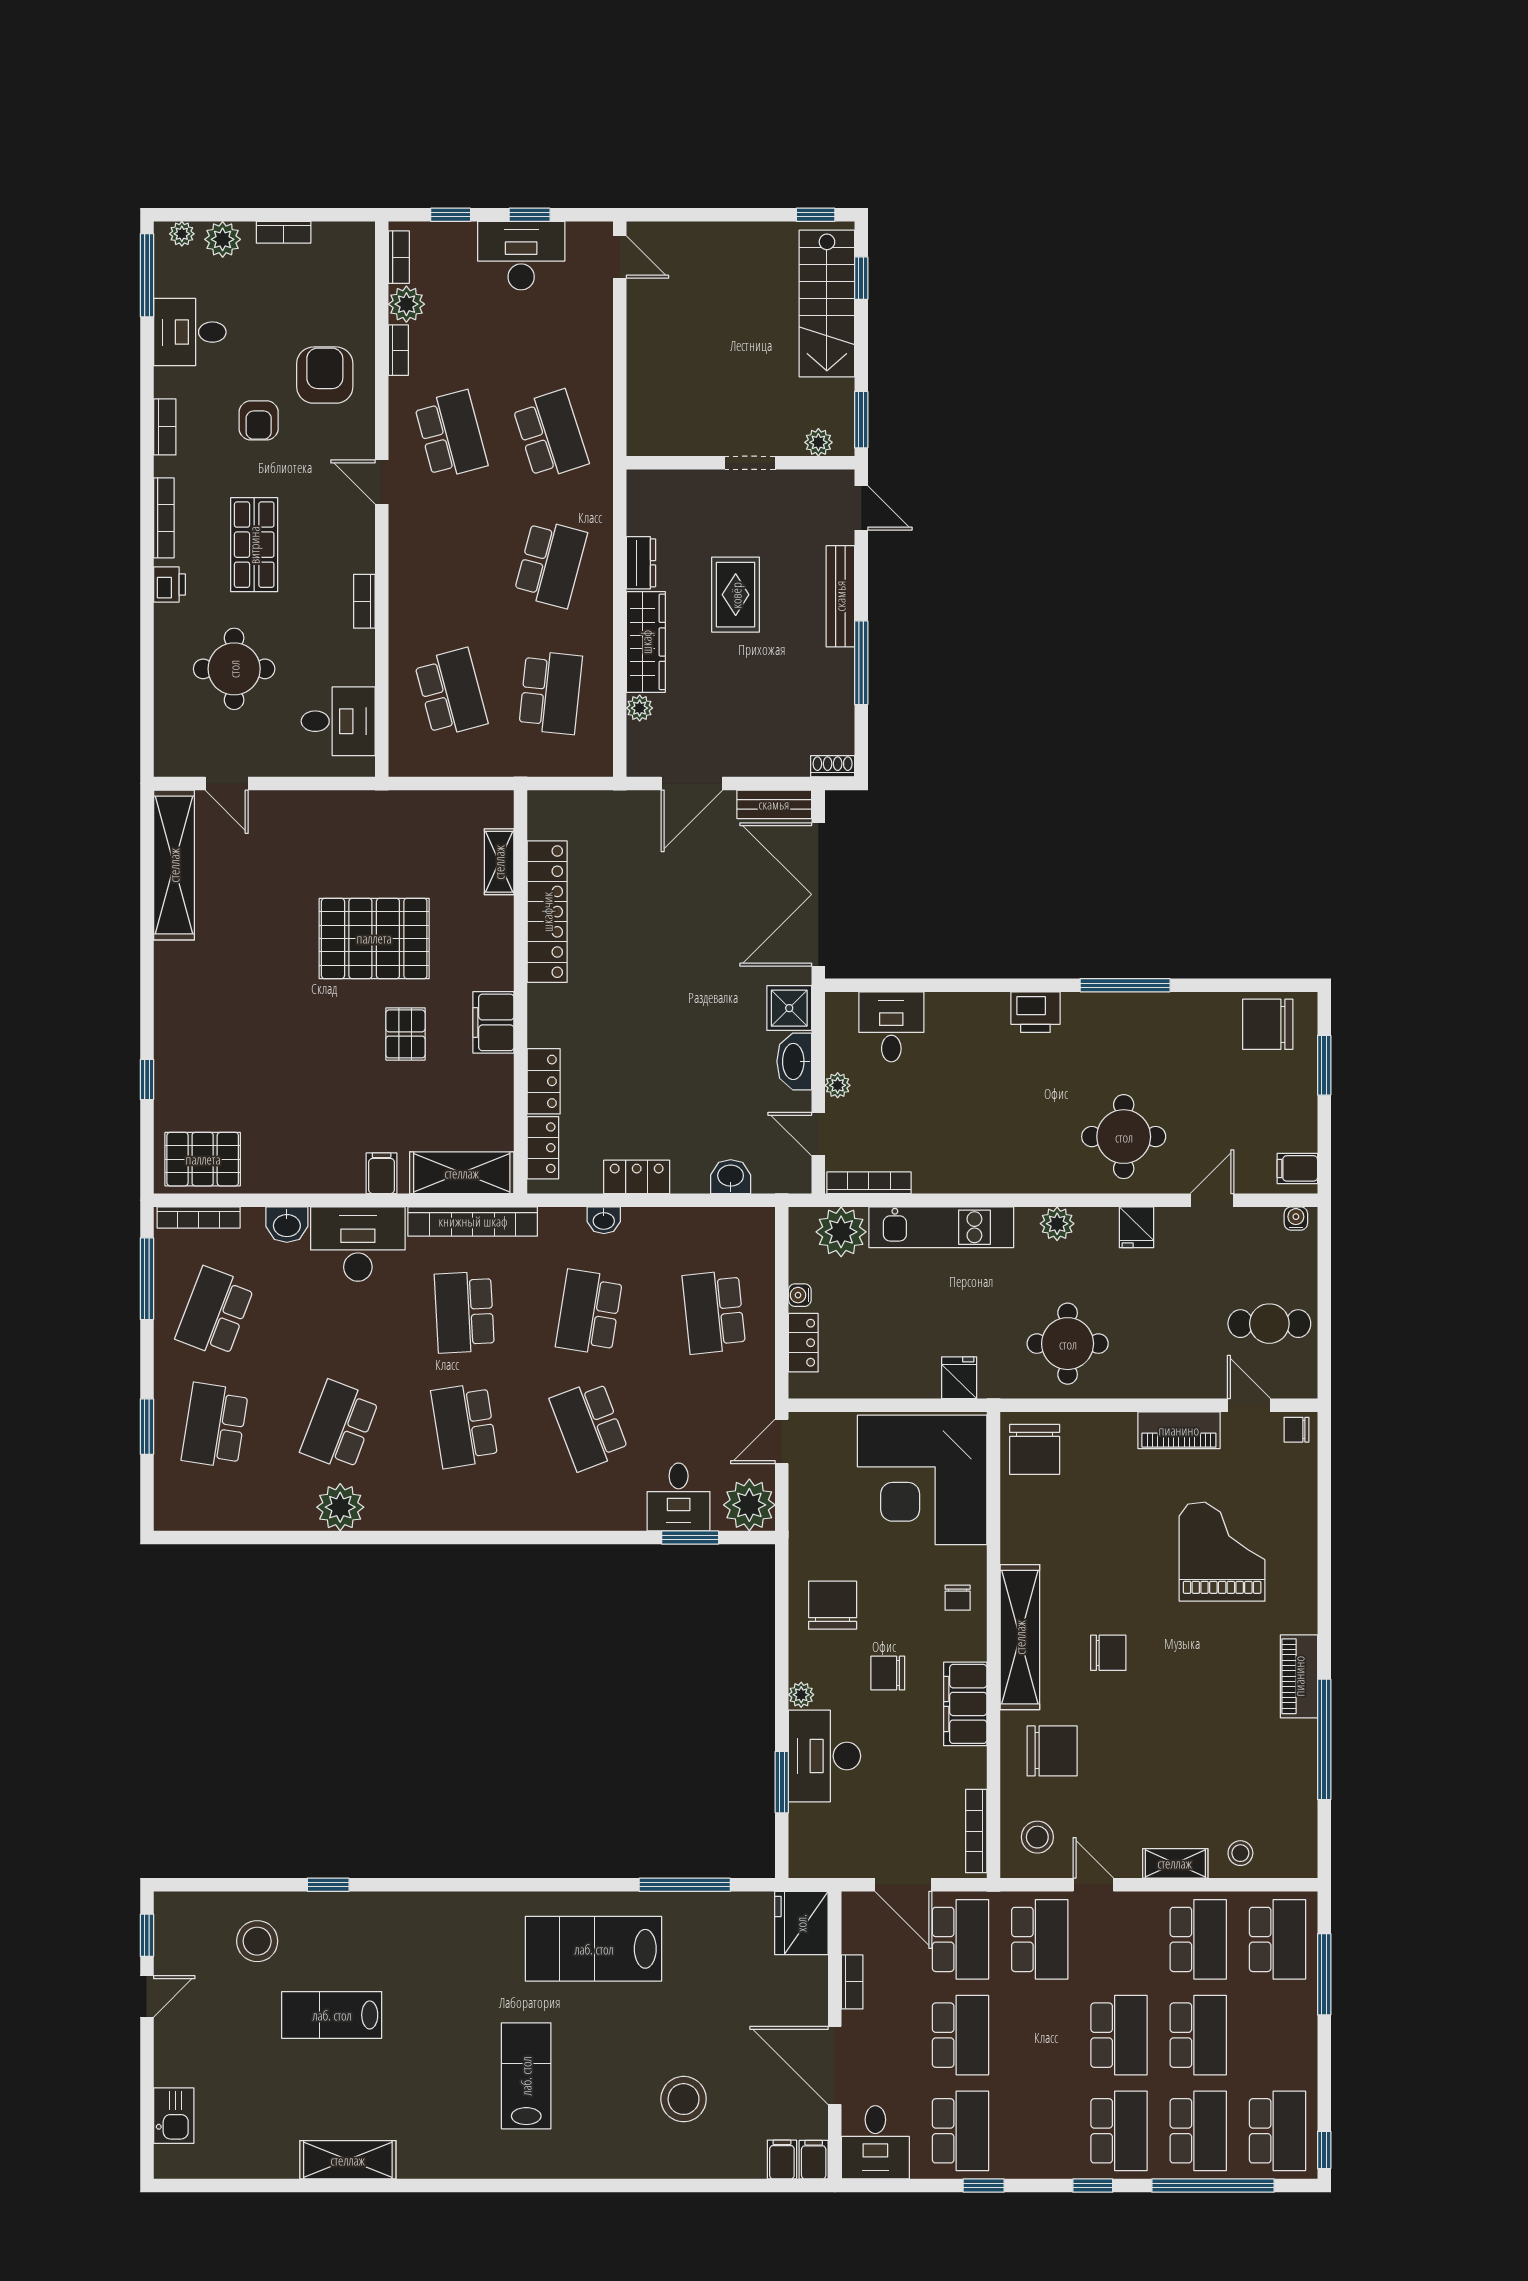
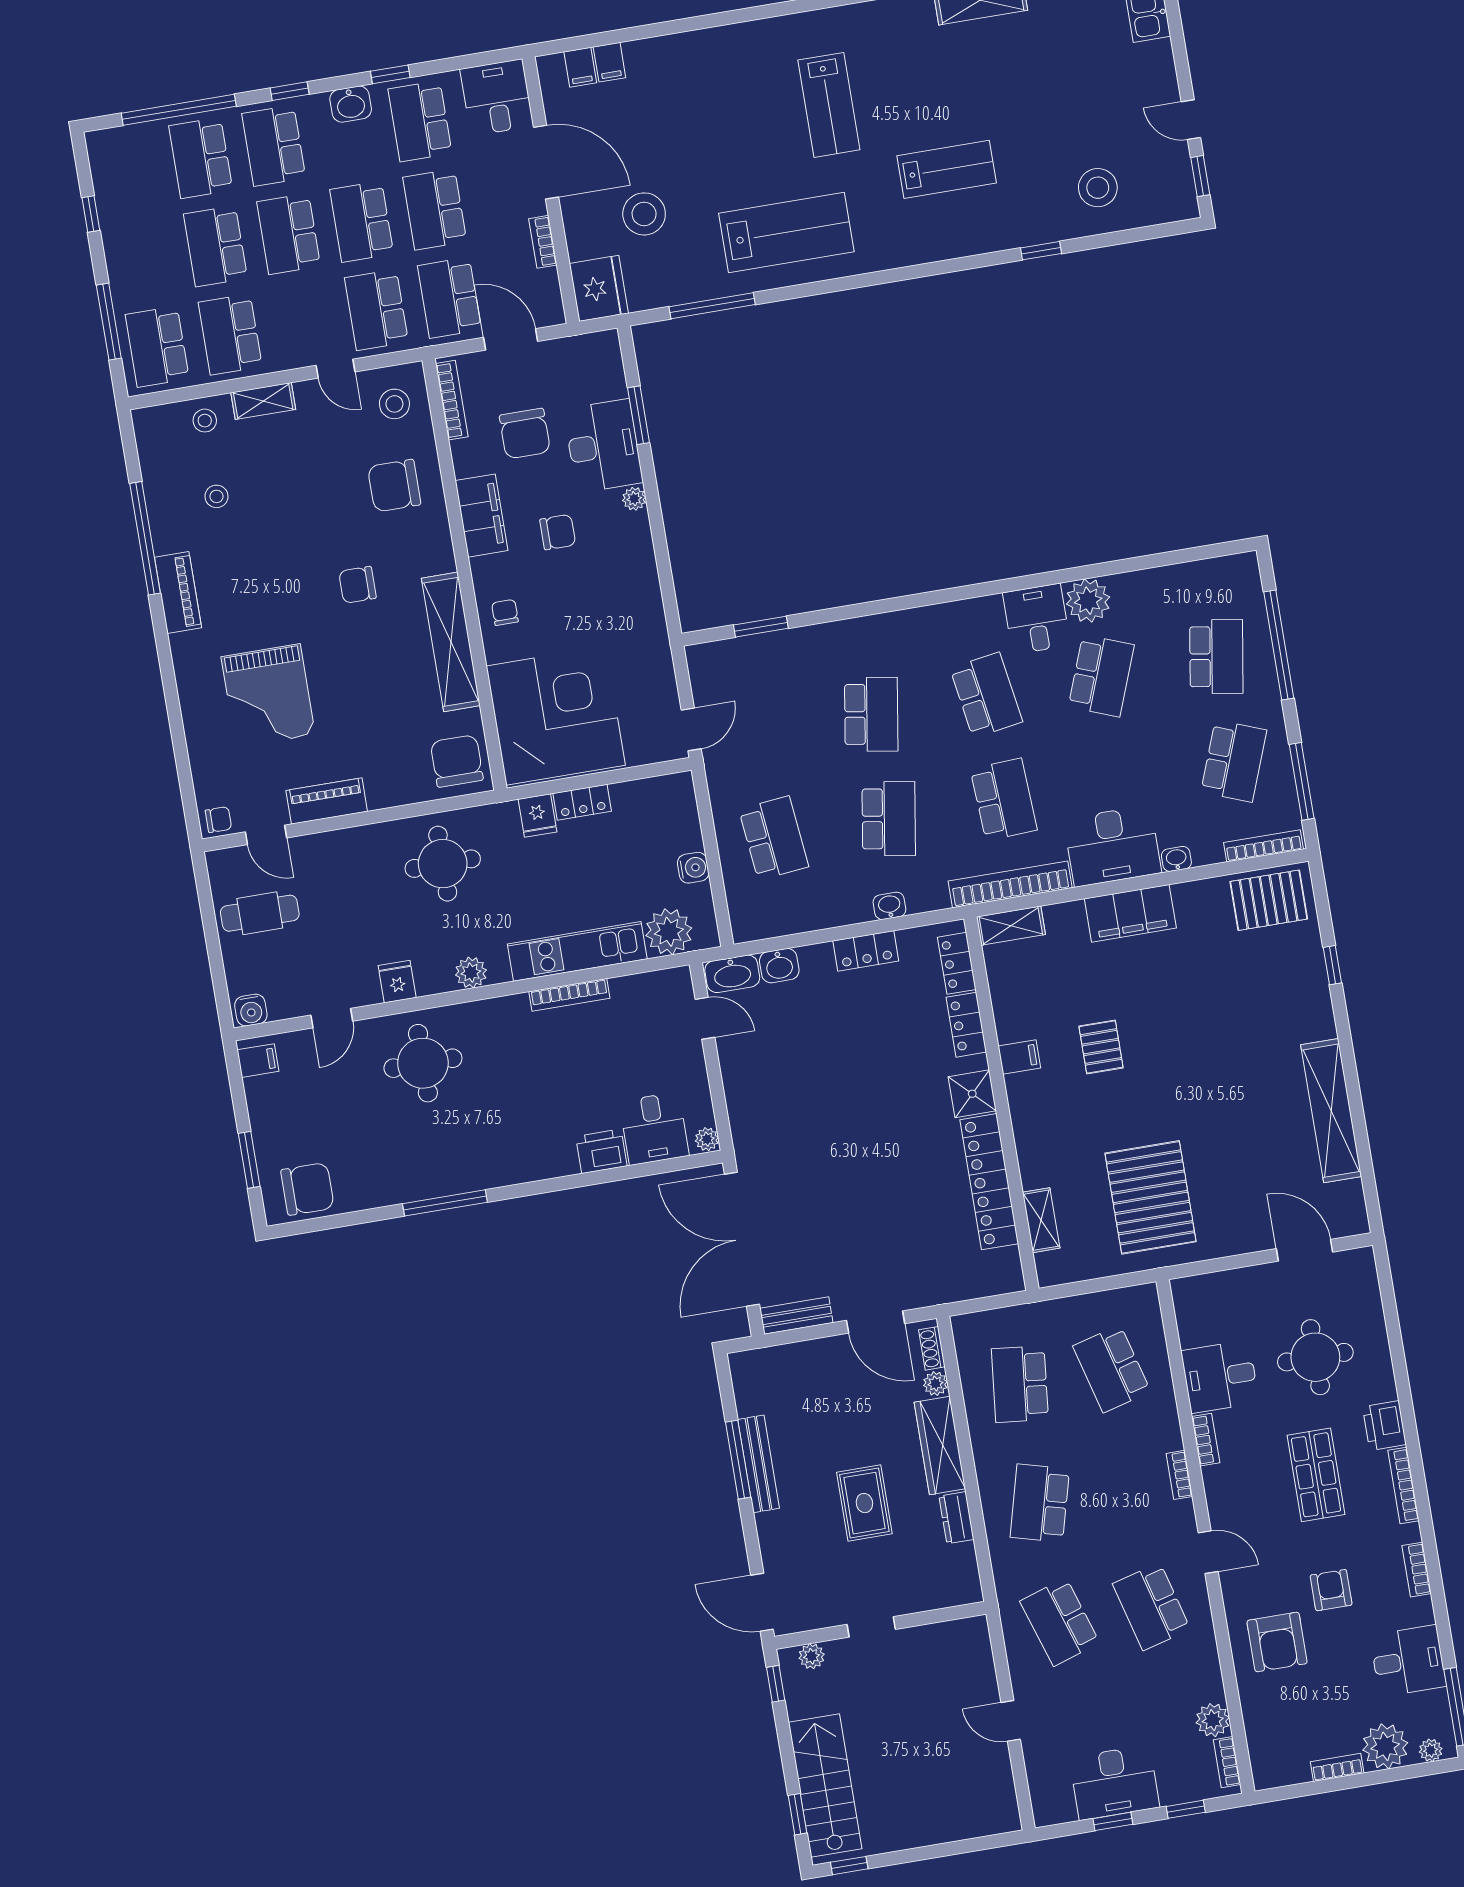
plant: (223, 239) -> (1385, 1746), width x1.36, depth x1.36
door: (620, 257) -> (1011, 1721), moved
bookcase: (398, 350) -> (1179, 1475), moved
window: (861, 420) -> (776, 1684), width x0.67
door: (861, 508) -> (762, 1602), width x1.38
printer: (170, 584) -> (1384, 1426), width x1.36, depth x1.24
bench: (840, 596) -> (759, 1464), moved
desk: (338, 721) -> (1220, 1377), moved
shoe rack: (833, 766) -> (932, 1348), moved, turned 90
door: (227, 784) -> (1305, 1250), width x1.38
door: (692, 784) -> (876, 1322), swing flipped
shelving: (174, 865) -> (1331, 1111), moved
double door: (818, 894) -> (742, 1239), swing flipped
pallet: (374, 938) -> (1150, 1197), moved, turned 90
shower: (789, 1008) -> (972, 1094), moved
printer: (1035, 1012) -> (601, 1151), moved
filing cabinet: (493, 1022) -> (1019, 1057), width x0.50
washbasin: (794, 1061) -> (732, 974), moved, turned 90
plant: (838, 1085) -> (707, 1139), moved
filing cabinet: (382, 1173) -> (1130, 913), width x3.00, depth x1.17
shelving: (462, 1173) -> (1011, 926), width x0.67, depth x0.75
bookcase: (869, 1183) -> (569, 995), moved
water cooler: (1296, 1218) -> (251, 1010), width x1.38, depth x1.38
washbasin: (287, 1225) -> (1176, 859), width x0.72, depth x0.69
water cooler: (800, 1295) -> (693, 868), width x1.38, depth x1.38
locker: (803, 1343) -> (582, 802), moved, turned -90
school desk: (589, 1425) -> (871, 714), turned 30
window: (147, 1427) -> (1279, 645), width x2.11
desk: (679, 1497) -> (1036, 619), moved
plant: (749, 1505) -> (711, 666), removed
chair: (833, 1605) -> (525, 434), moved
shelving: (1020, 1637) -> (451, 642), moved
stool: (1241, 1771) -> (216, 496), added
door: (147, 1996) -> (1191, 120), hinge flipped
lab bench: (332, 2015) -> (947, 169), moved
stool: (684, 2099) -> (644, 214), moved
school desk: (1278, 2131) -> (362, 222), moved
window: (1324, 2150) -> (91, 214), moved
filing cabinet: (814, 2160) -> (609, 62), moved
washbasin: (1031, 2161) -> (351, 104), added

